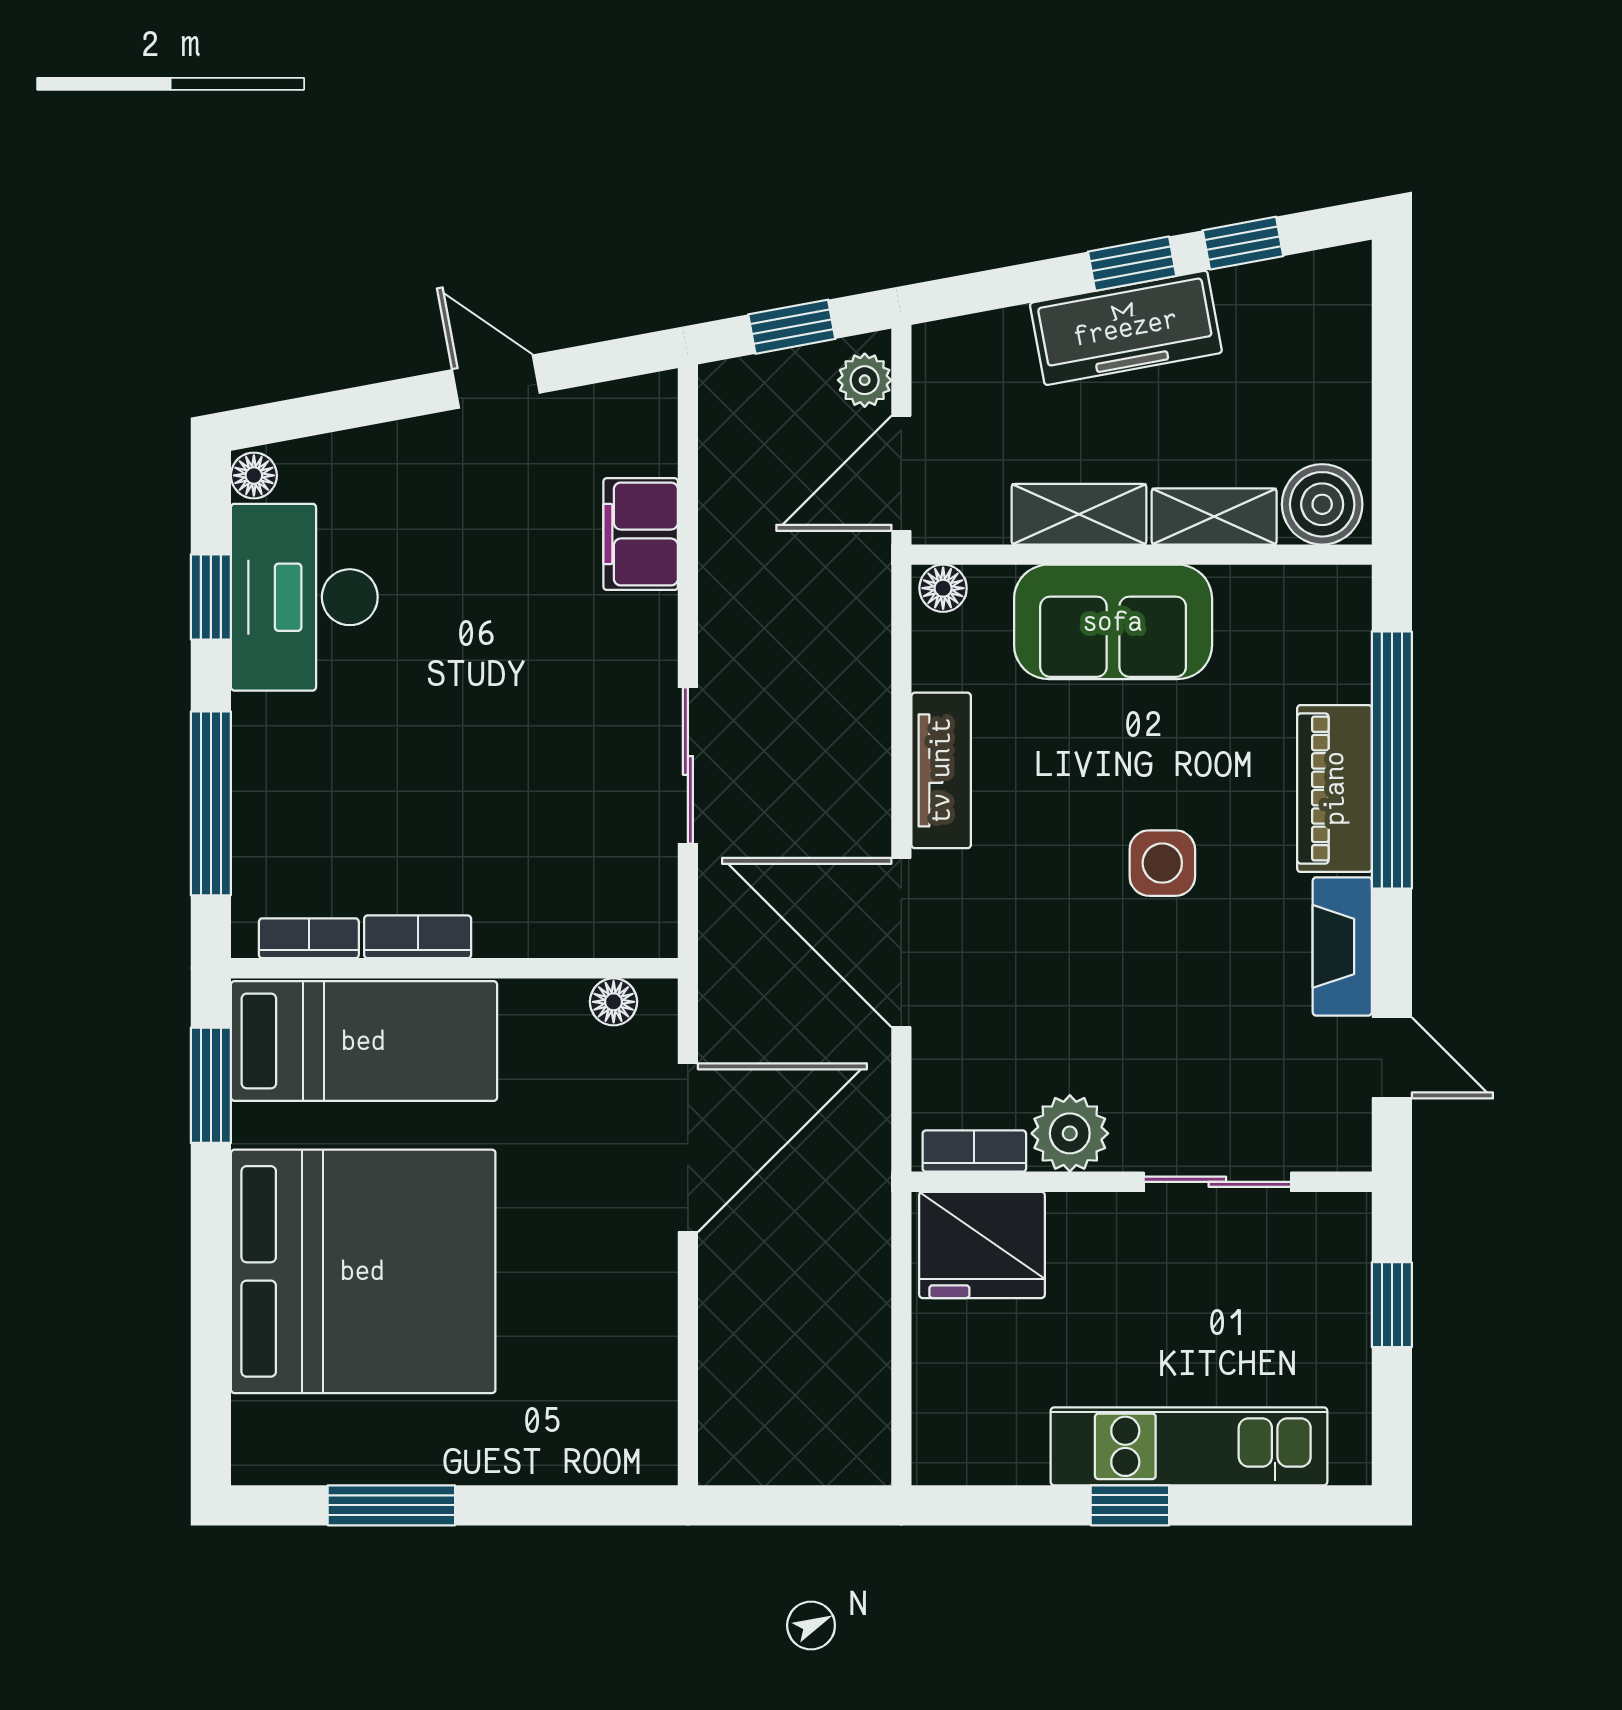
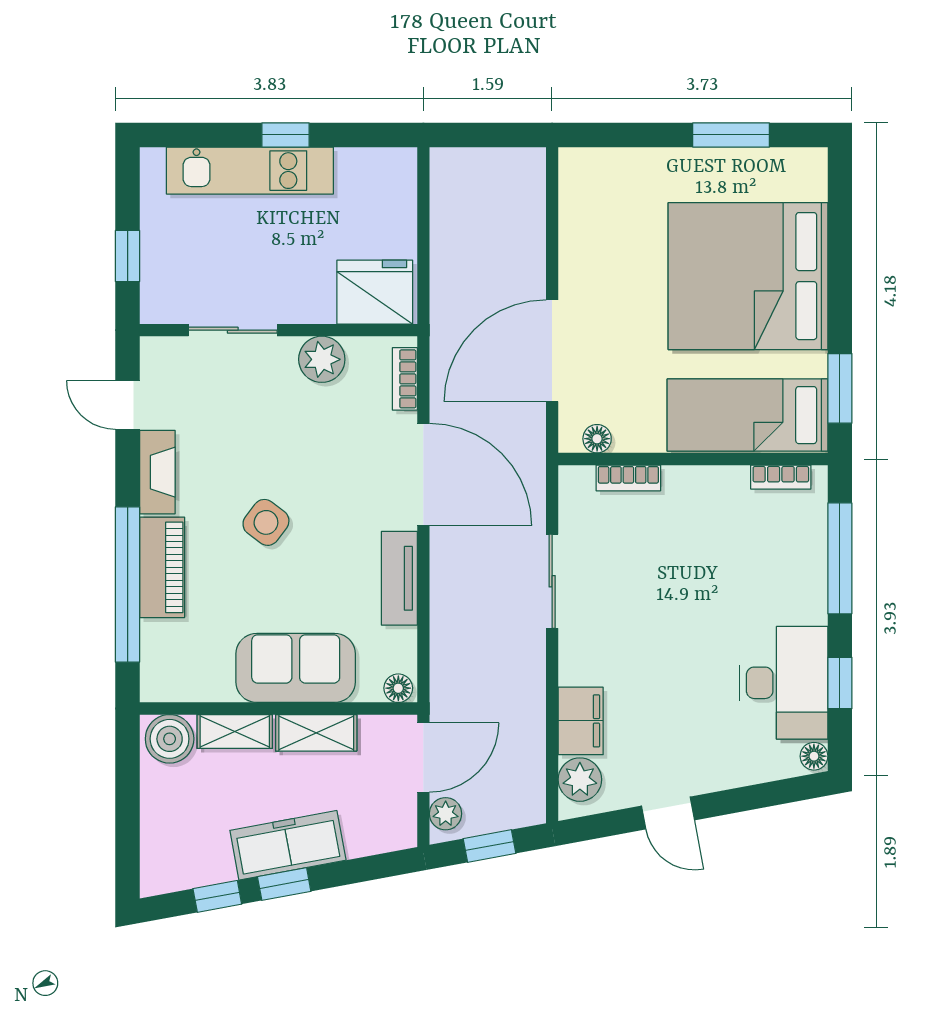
plant: (642, 437) -> (580, 780), added
side table: (1162, 863) -> (266, 522), turned 37
bookcase: (418, 937) -> (628, 478), moved
bookcase: (974, 1151) -> (405, 379), moved, turned 90

